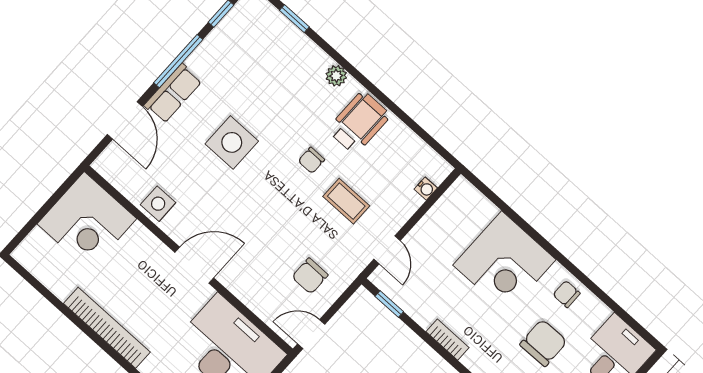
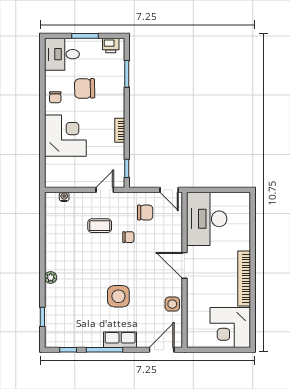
door: (125, 120) -> (162, 350), moved
wheelchair: (359, 123) -> (62, 250), removed
chair: (311, 160) -> (128, 237), moved
coffee table: (346, 201) -> (100, 226), turned 90
corner desk: (87, 221) -> (230, 327), moved, turned 180

